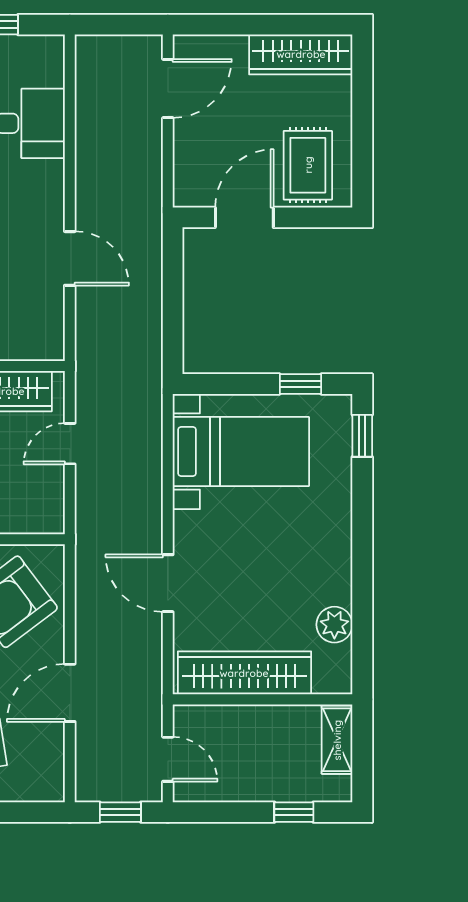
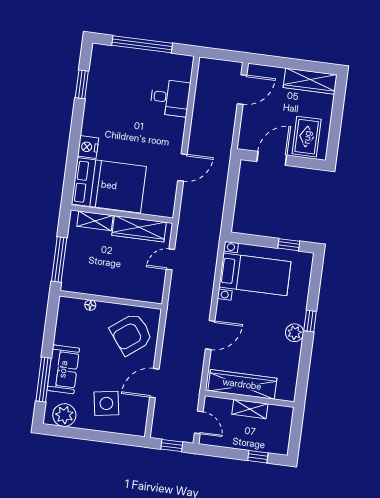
door: (70, 258) -> (182, 167), hinge flipped
window: (362, 436) -> (310, 321), moved
door: (168, 583) -> (210, 335), swing flipped
plant: (334, 625) -> (295, 333), moved
shelving: (337, 740) -> (250, 409), moved, turned 90

